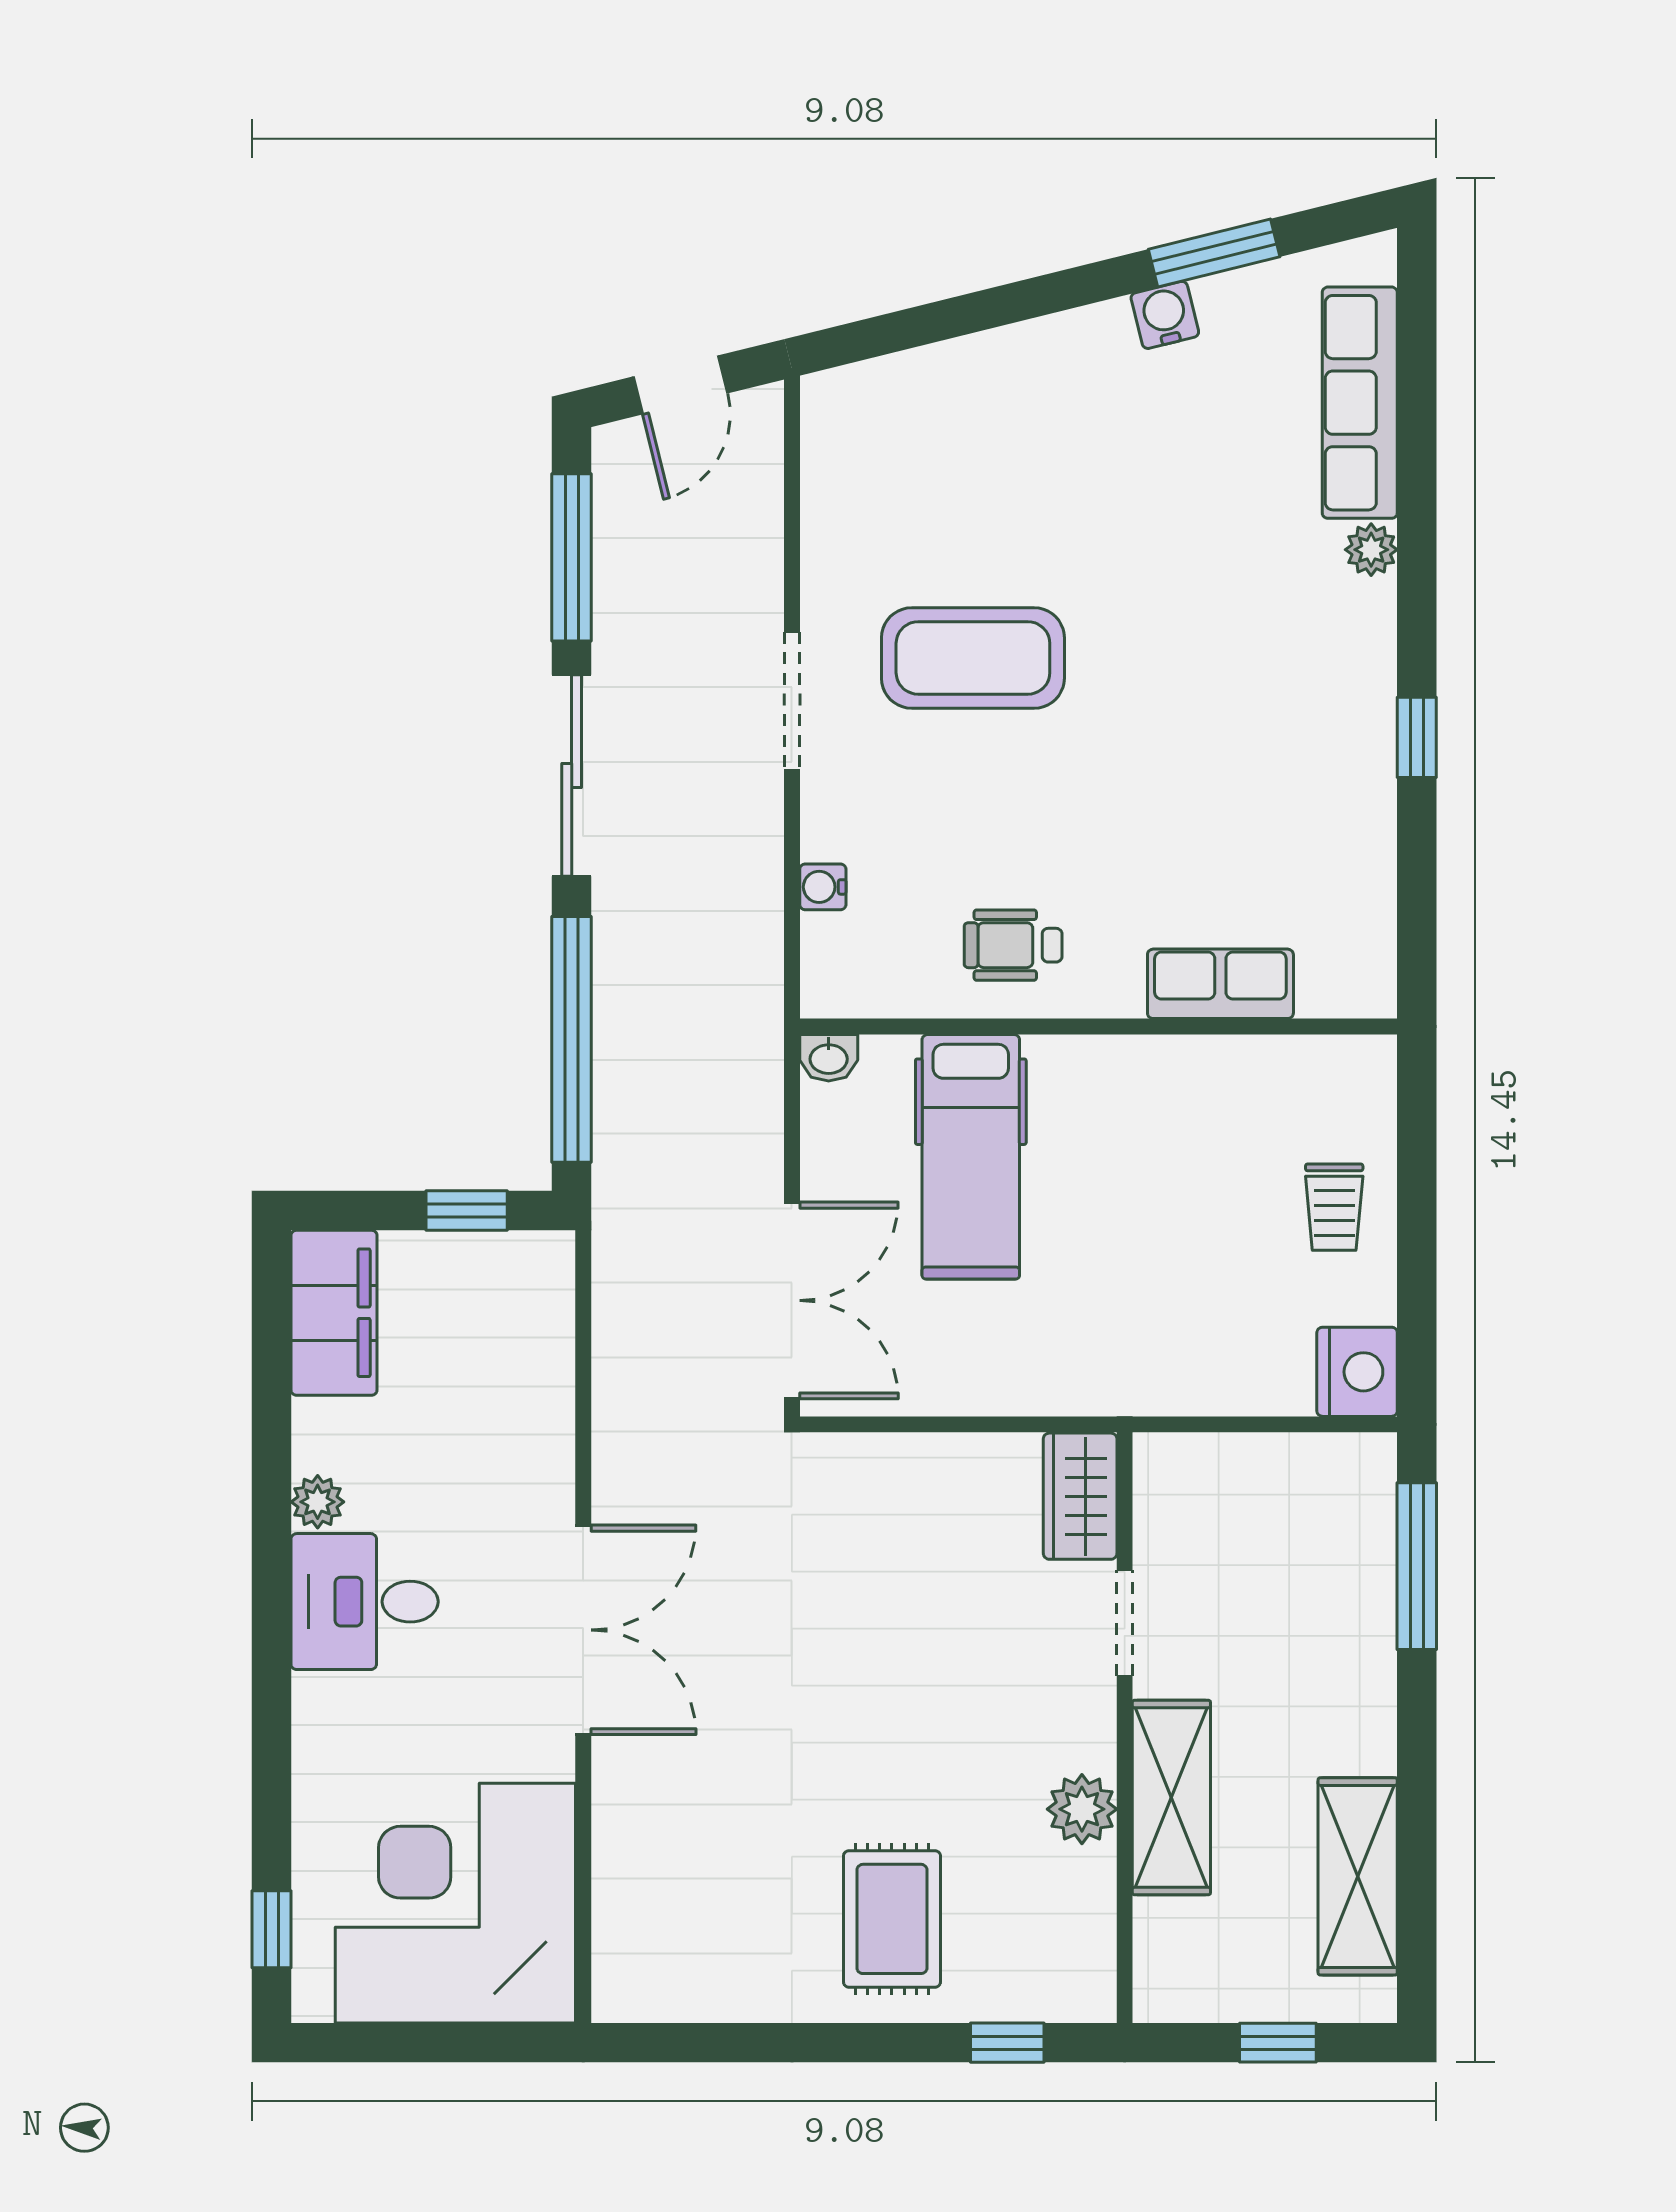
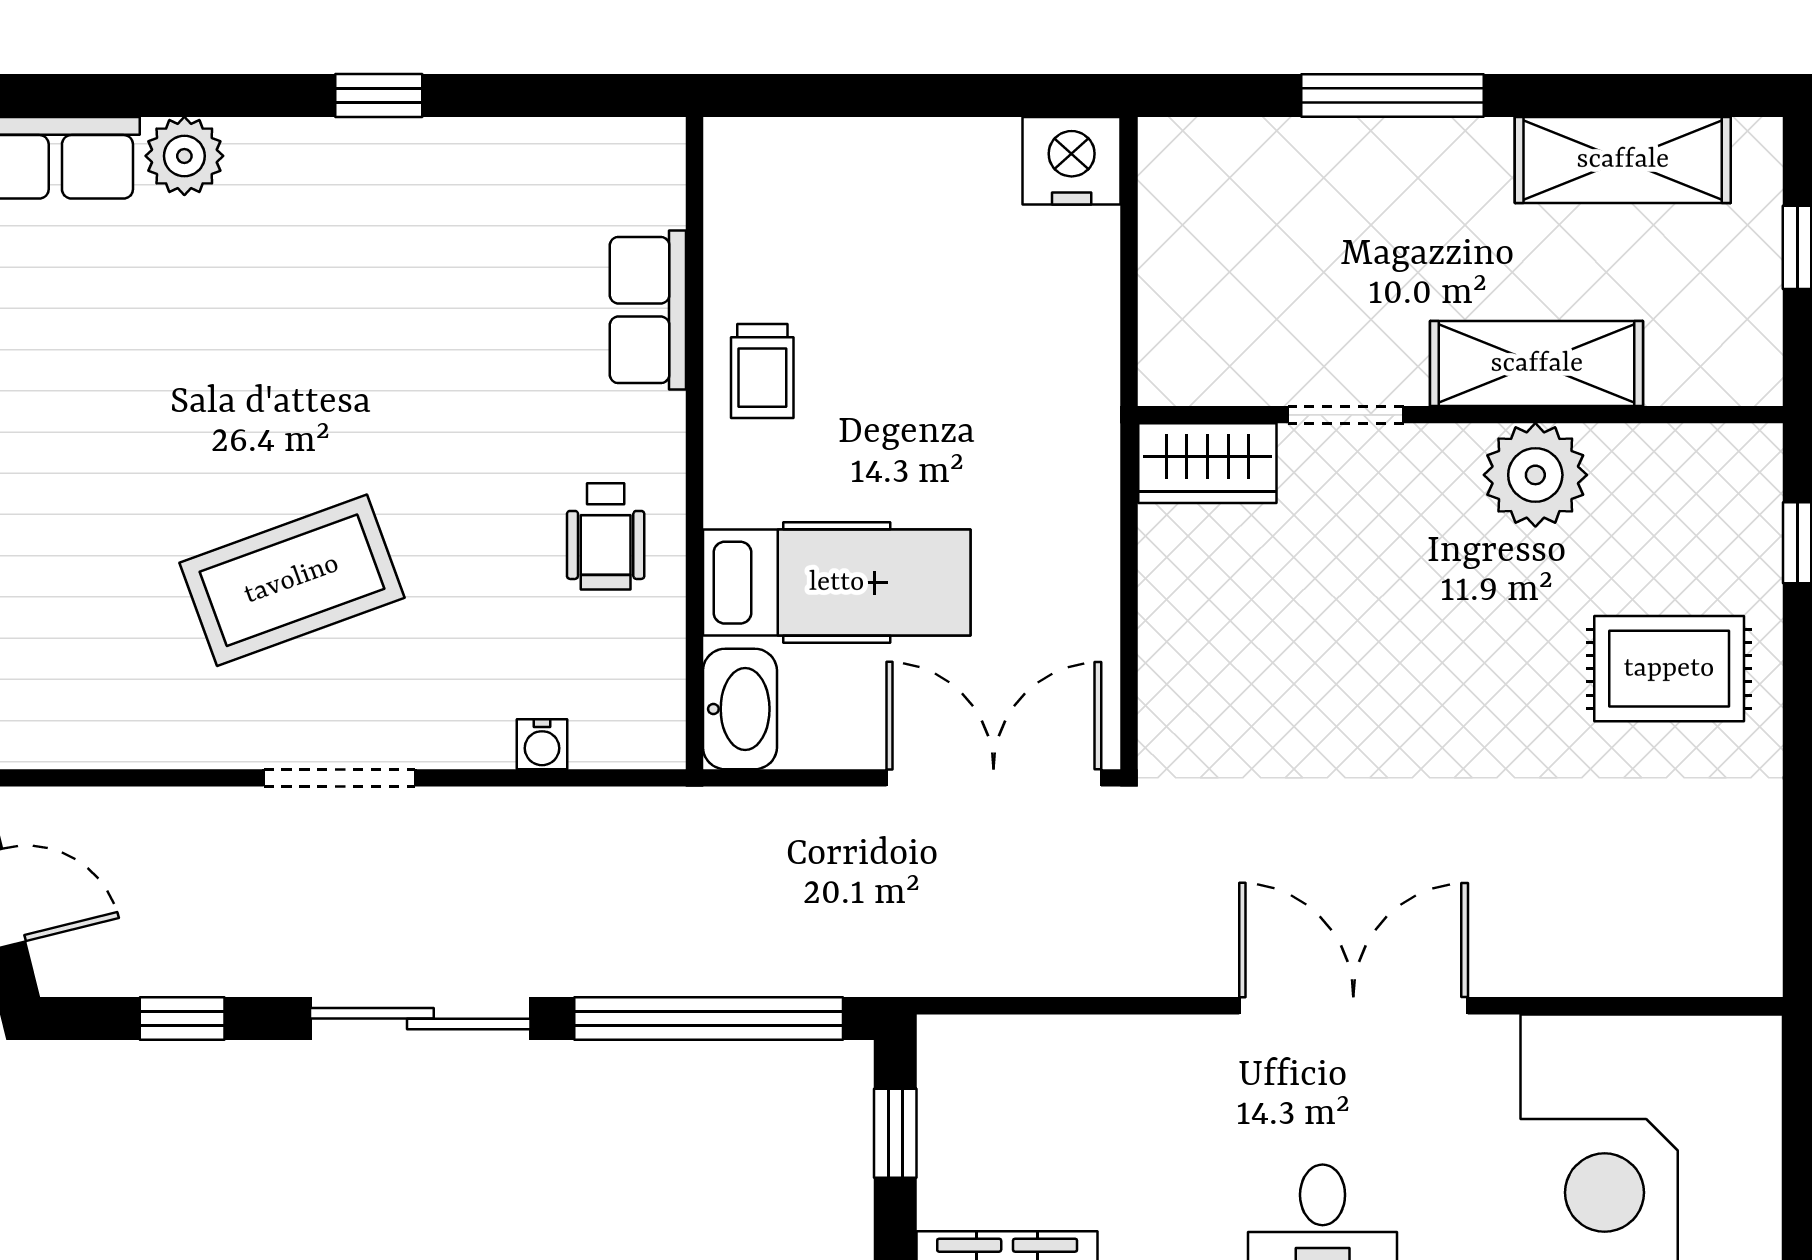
plant: (1371, 550) -> (184, 156), width x1.38, depth x1.38
window: (572, 557) -> (182, 1019), width x0.46
coffee table: (973, 658) -> (292, 580), turned 70
washbasin: (829, 1058) -> (740, 709), width x1.91, depth x1.45
trolley: (1334, 1207) -> (762, 371), moved, turned 90
window: (1417, 1566) -> (1392, 96), moved
plant: (1082, 1809) -> (1535, 475), width x1.36, depth x1.36

